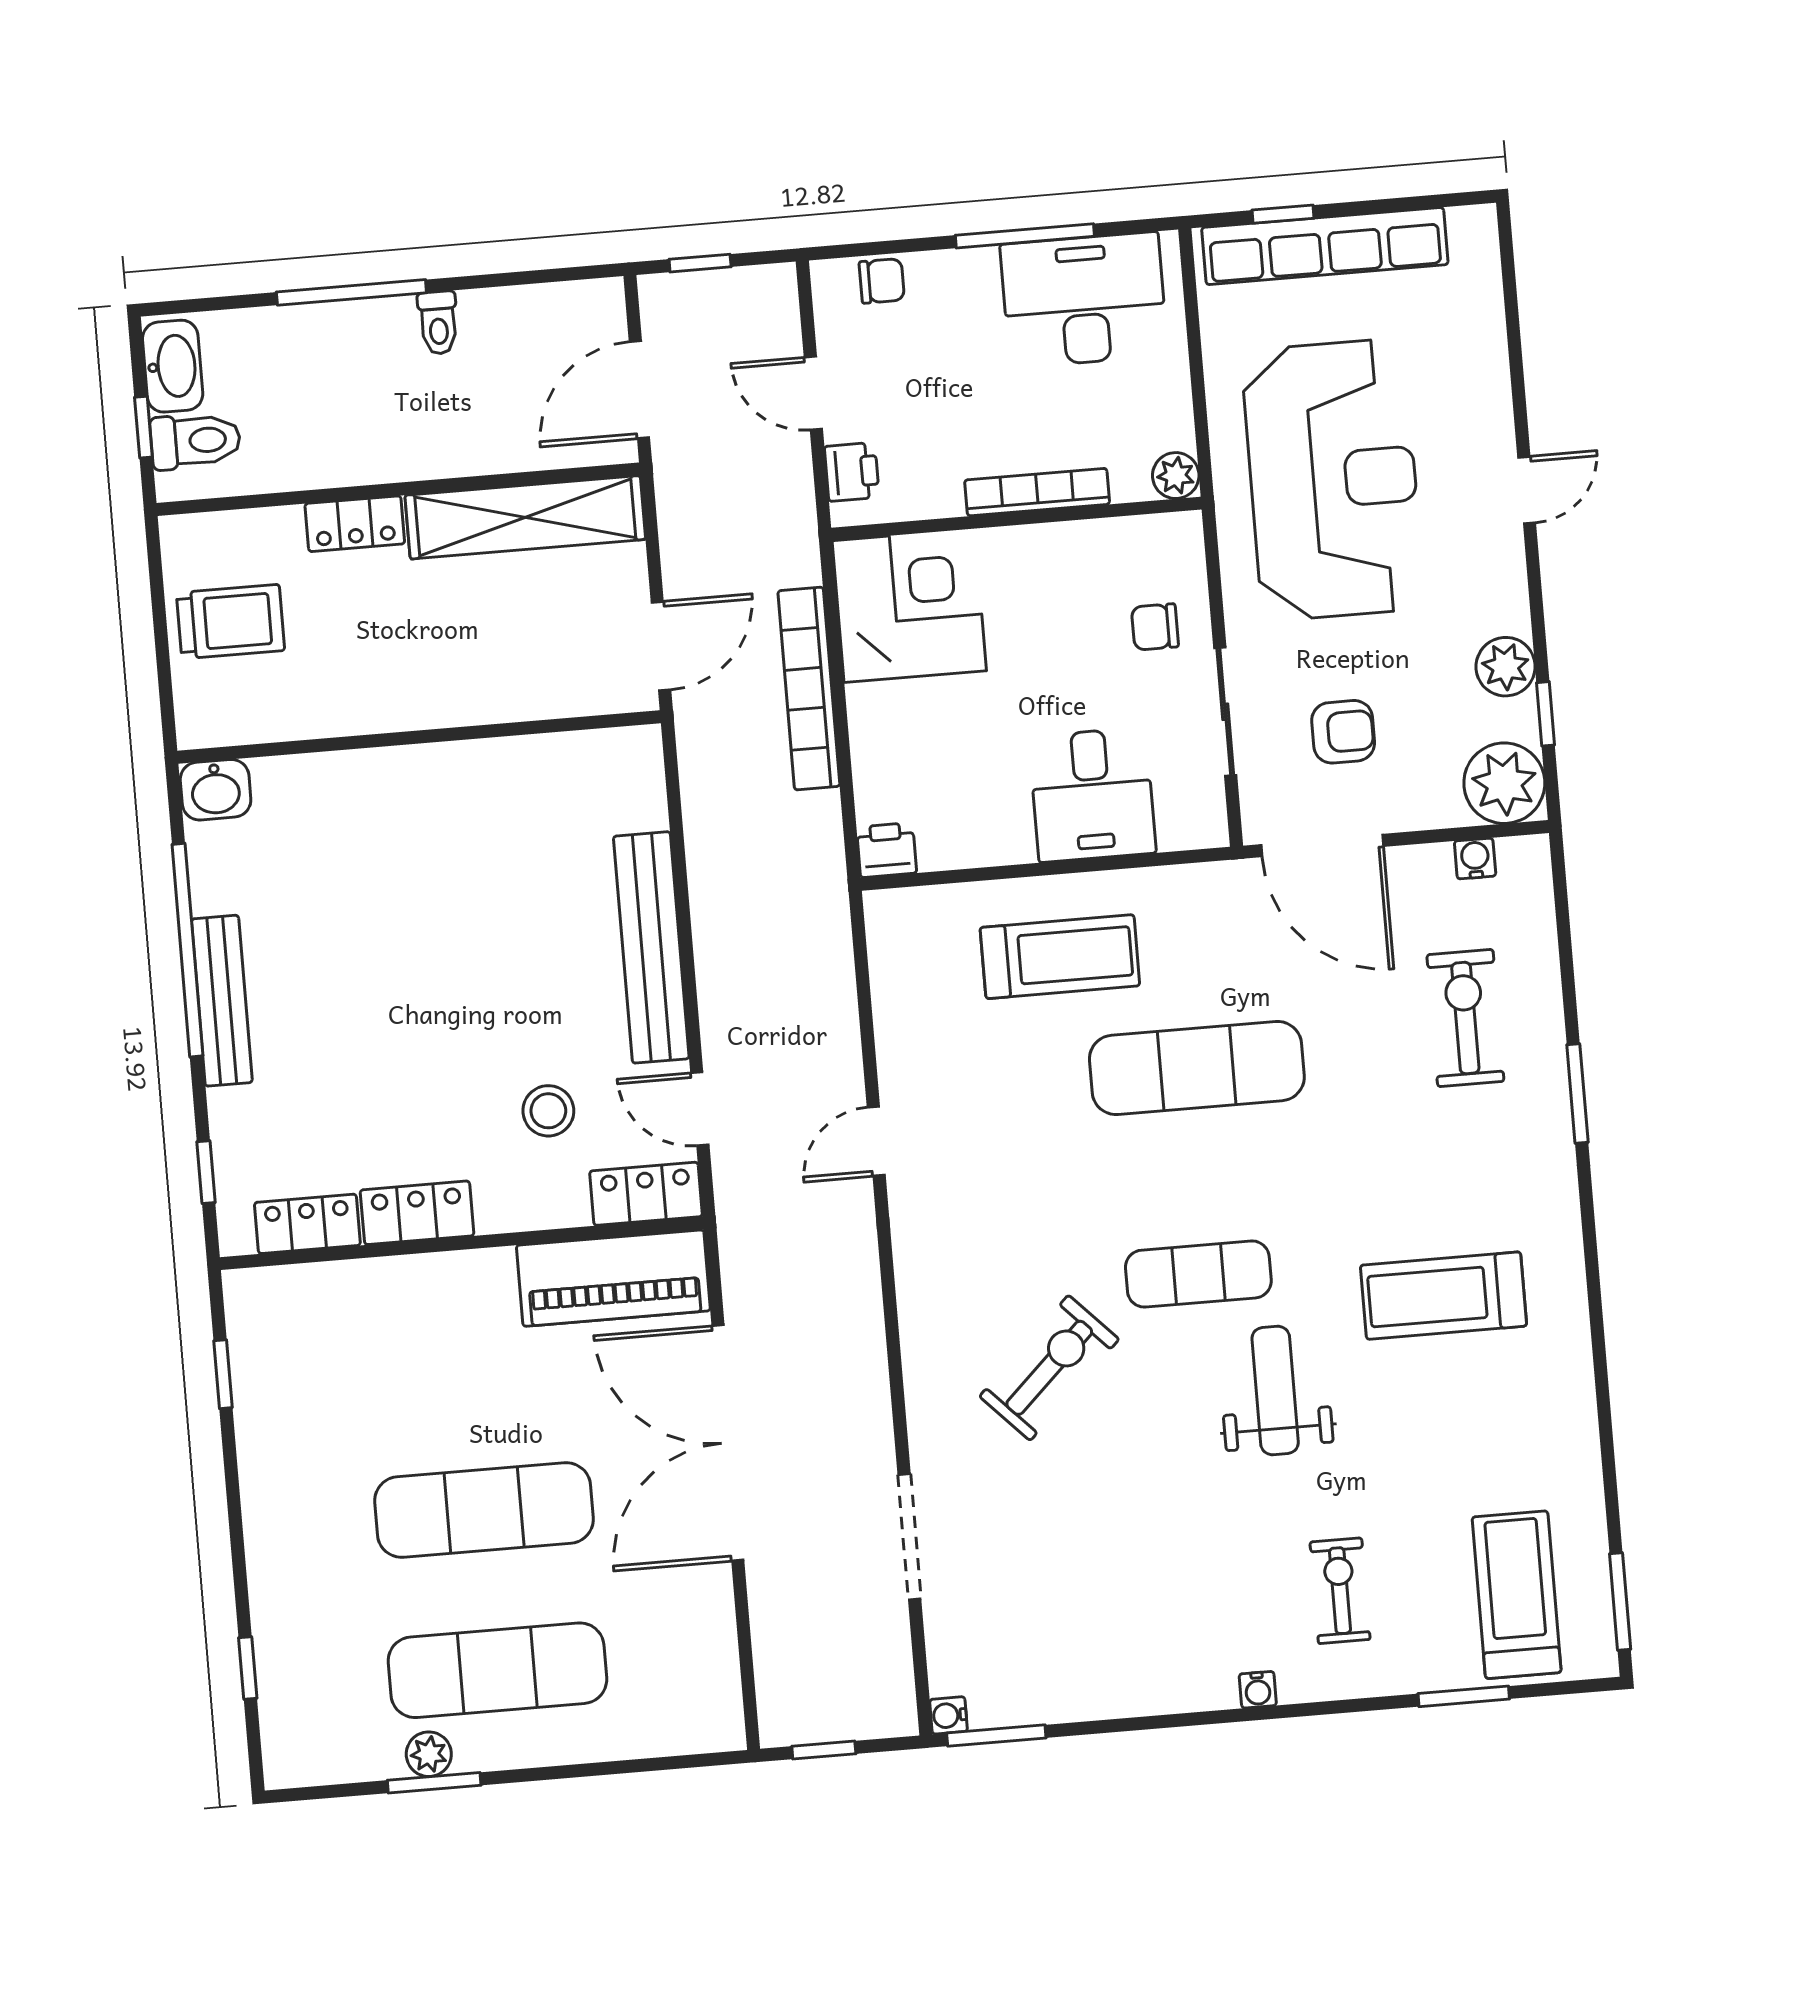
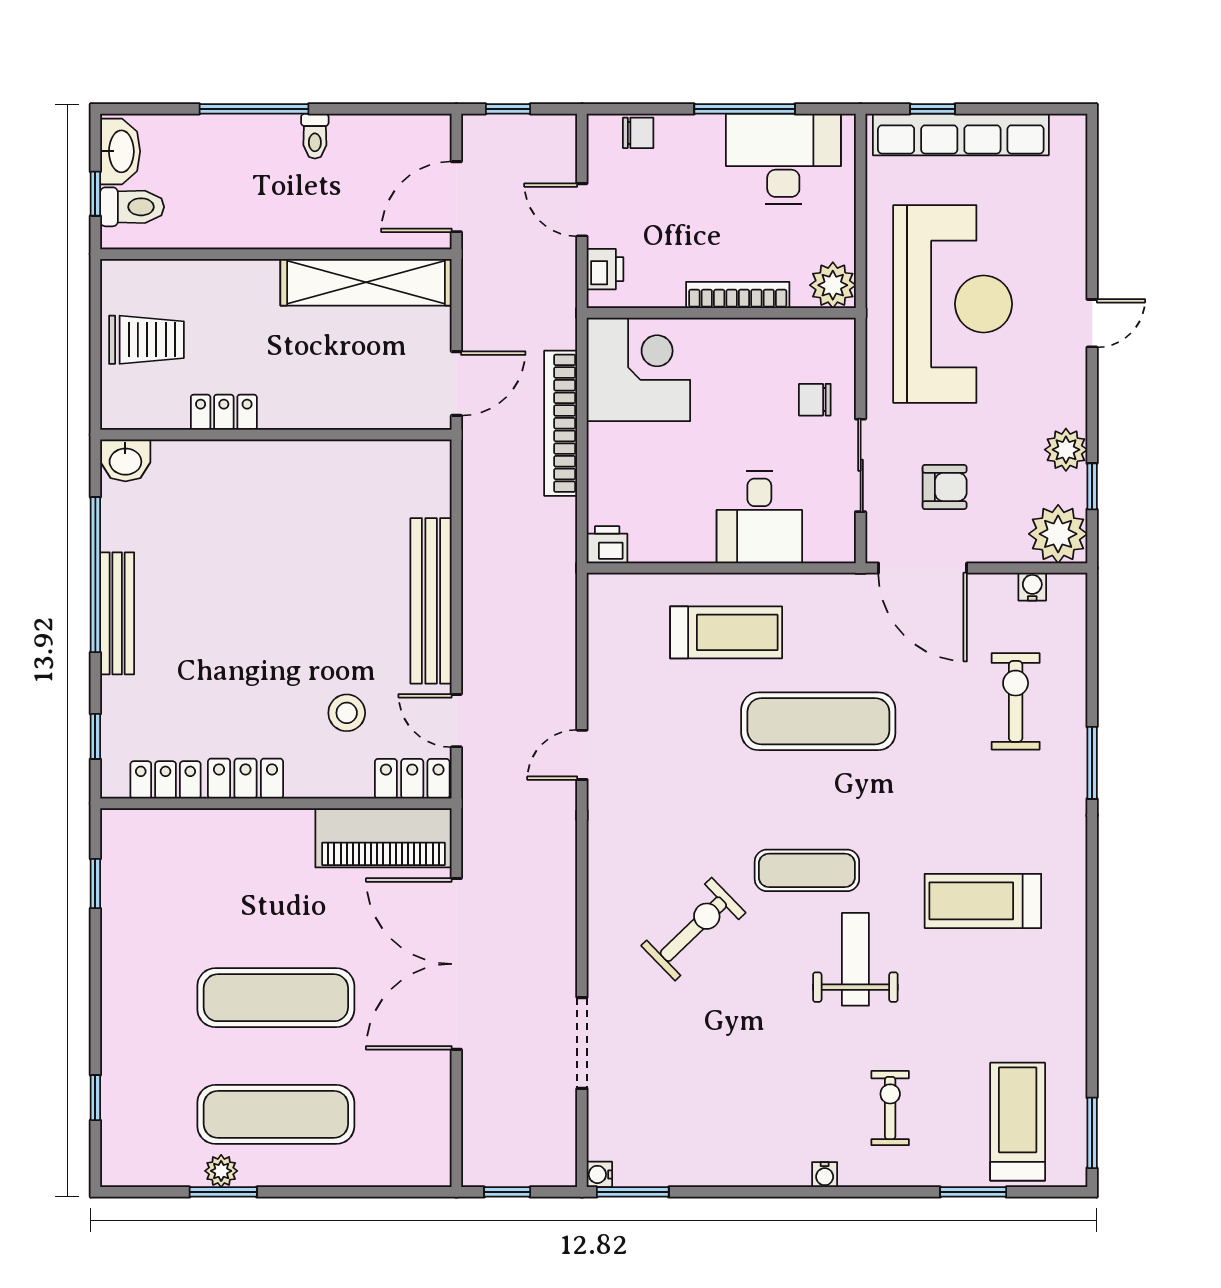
plant: (1176, 476) -> (833, 285), width x1.38, depth x1.38
locker: (355, 524) -> (224, 412), moved, turned 180

